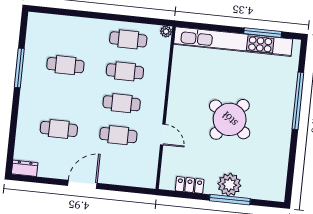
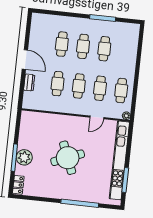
cafe table: (62, 97) -> (83, 46), added
round table: (230, 119) -> (68, 158), turned 30
door: (163, 134) -> (97, 117), moved
dresser: (25, 168) -> (29, 82), moved
locker: (190, 185) -> (18, 185), moved

